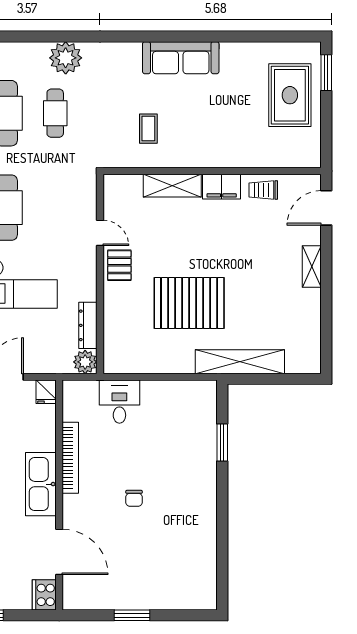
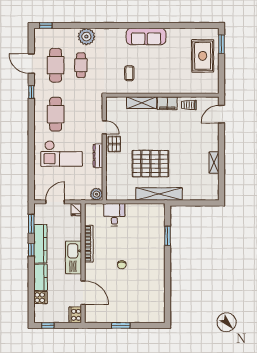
shelving: (312, 266) -> (214, 163), moved
dresser: (88, 325) -> (98, 156), moved
shelving: (240, 362) -> (159, 194), moved

